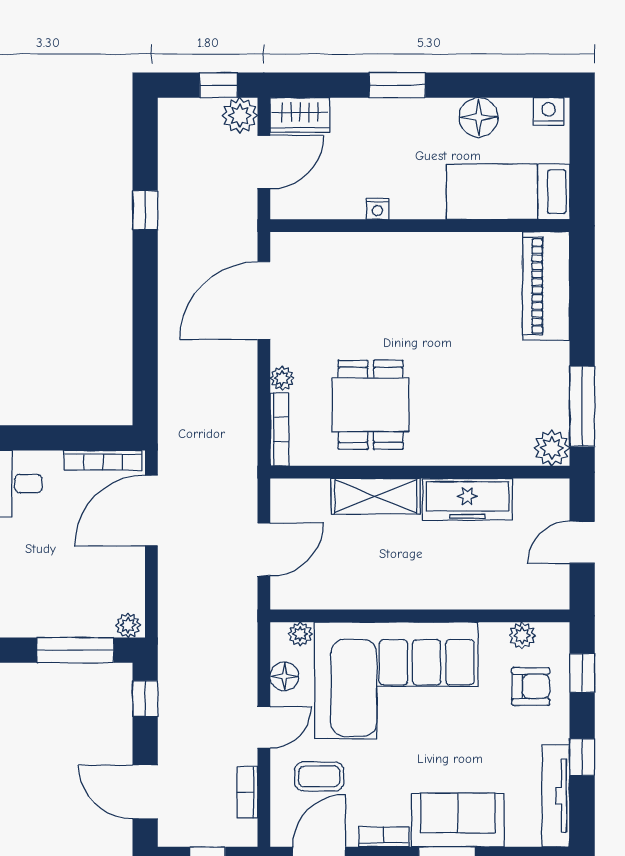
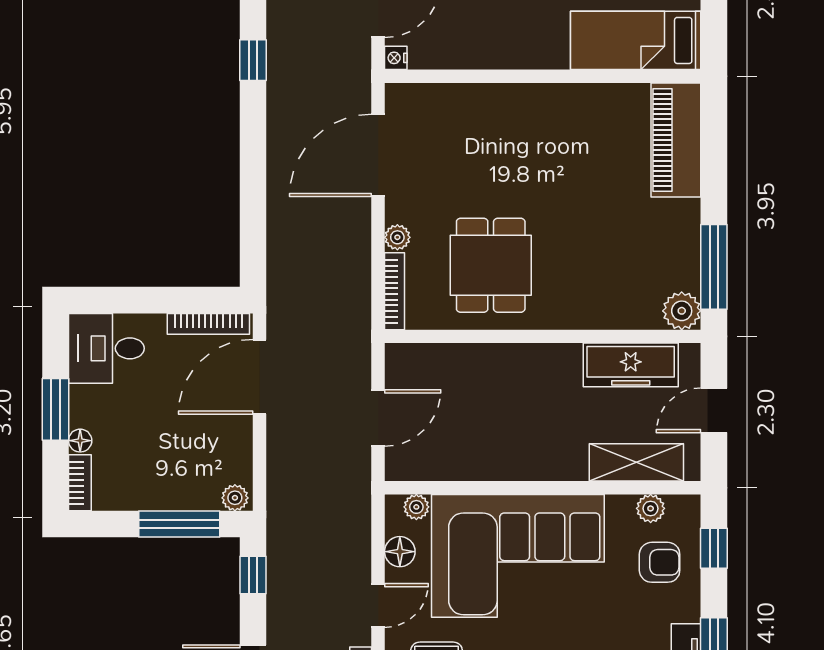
nightstand: (377, 209) -> (396, 58), moved, turned 90
shelving: (376, 496) -> (636, 462), moved
freezer: (467, 499) -> (631, 365), moved

